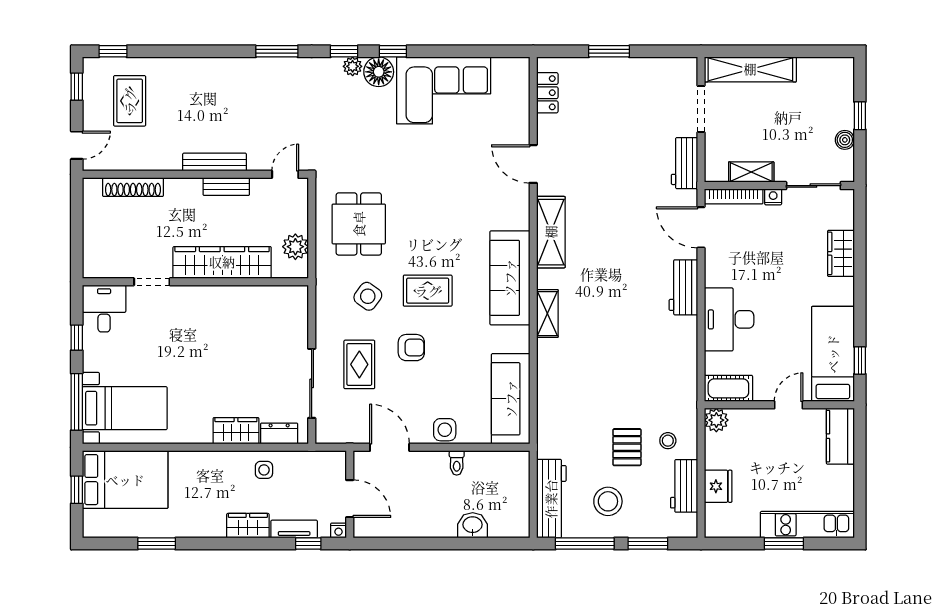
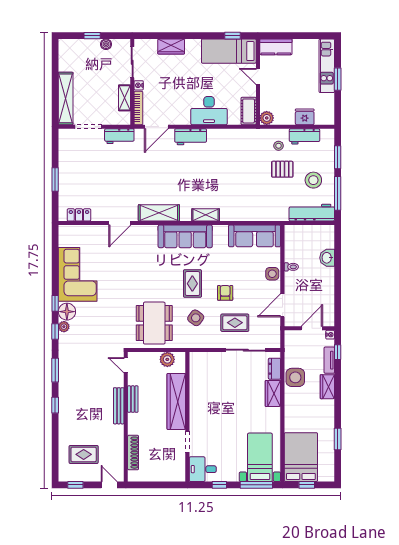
window: (113, 51) -> (55, 405), moved
dining table: (359, 224) -> (154, 323), width x1.38
side table: (264, 470) -> (295, 377), width x1.87, depth x1.87

